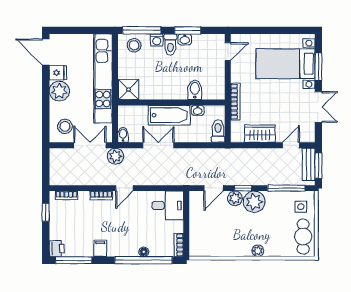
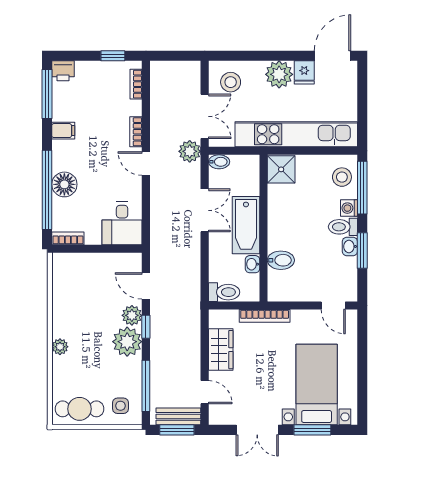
floor lamp: (144, 252) -> (64, 184), width x1.89, depth x1.89

